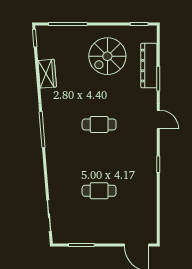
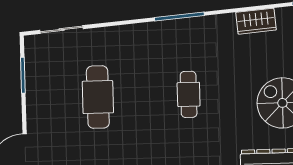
cafe table: (99, 191) -> (98, 97), width x1.37, depth x1.35

